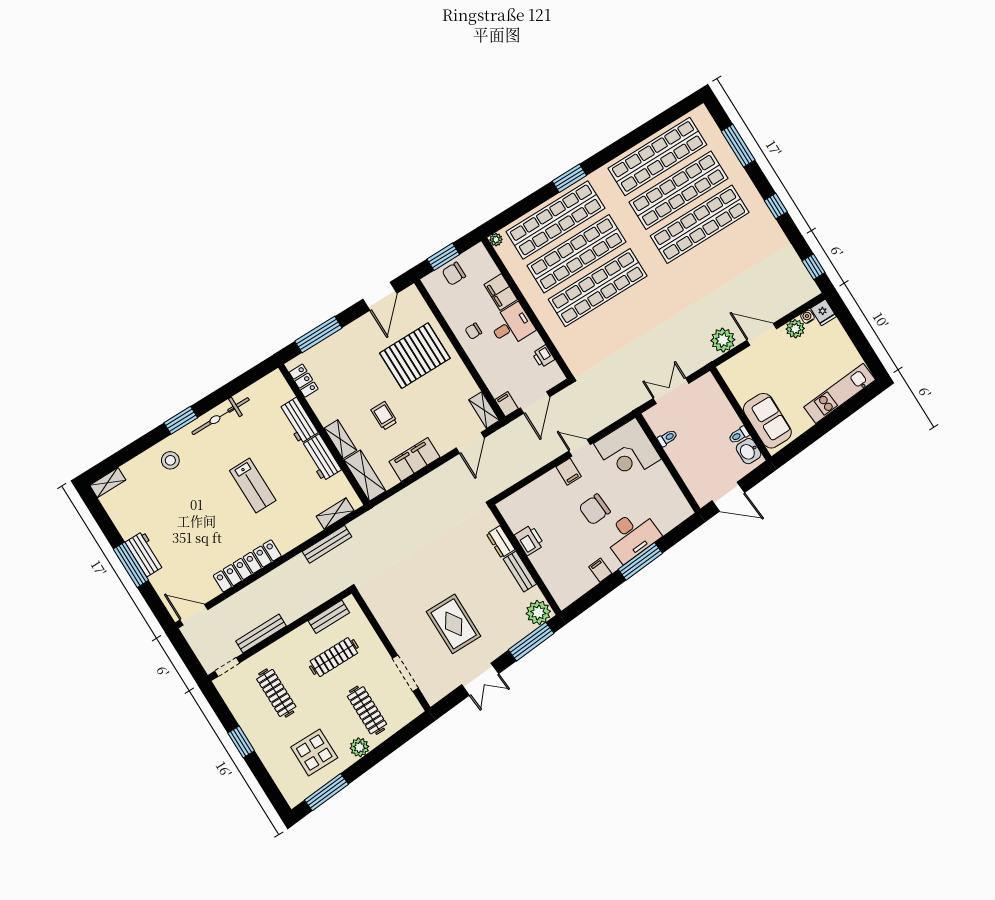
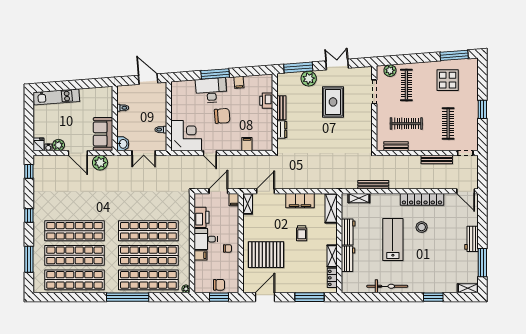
window: (569, 178) -> (128, 297), width x2.11
filing cabinet: (501, 292) -> (200, 255), width x0.50
printer: (543, 356) -> (201, 217), width x1.87, depth x1.48
window: (181, 420) -> (433, 297), moved
sofa: (767, 421) -> (103, 134), moved
shelving: (340, 439) -> (332, 256), moved
washbasin: (749, 451) -> (123, 144), moved
stool: (170, 460) -> (422, 227), moved
filing cabinet: (569, 472) -> (247, 144), moved
lab bench: (253, 485) -> (393, 240), width x1.36, depth x1.39
printer: (529, 540) -> (266, 101), moved
window: (131, 565) -> (482, 263), moved
plant: (538, 613) -> (309, 79), moved
plant: (359, 747) -> (390, 71), moved

